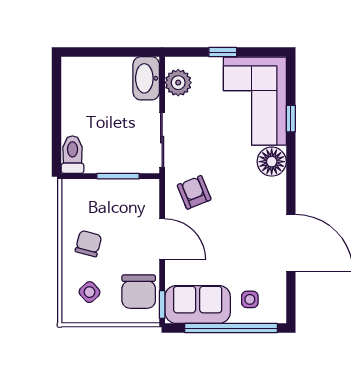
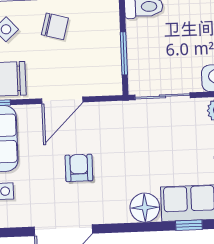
armchair: (194, 192) -> (79, 168), moved, turned -68

